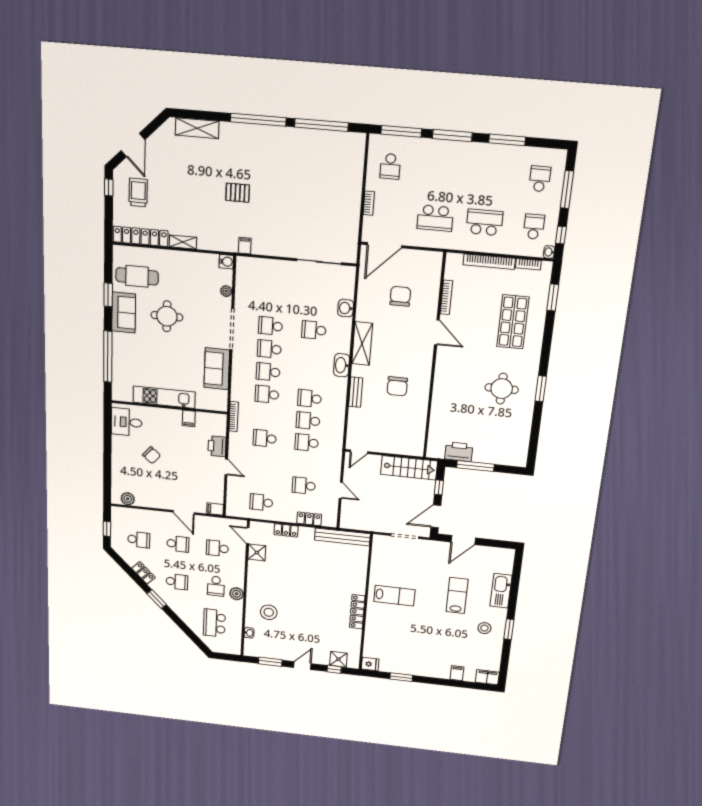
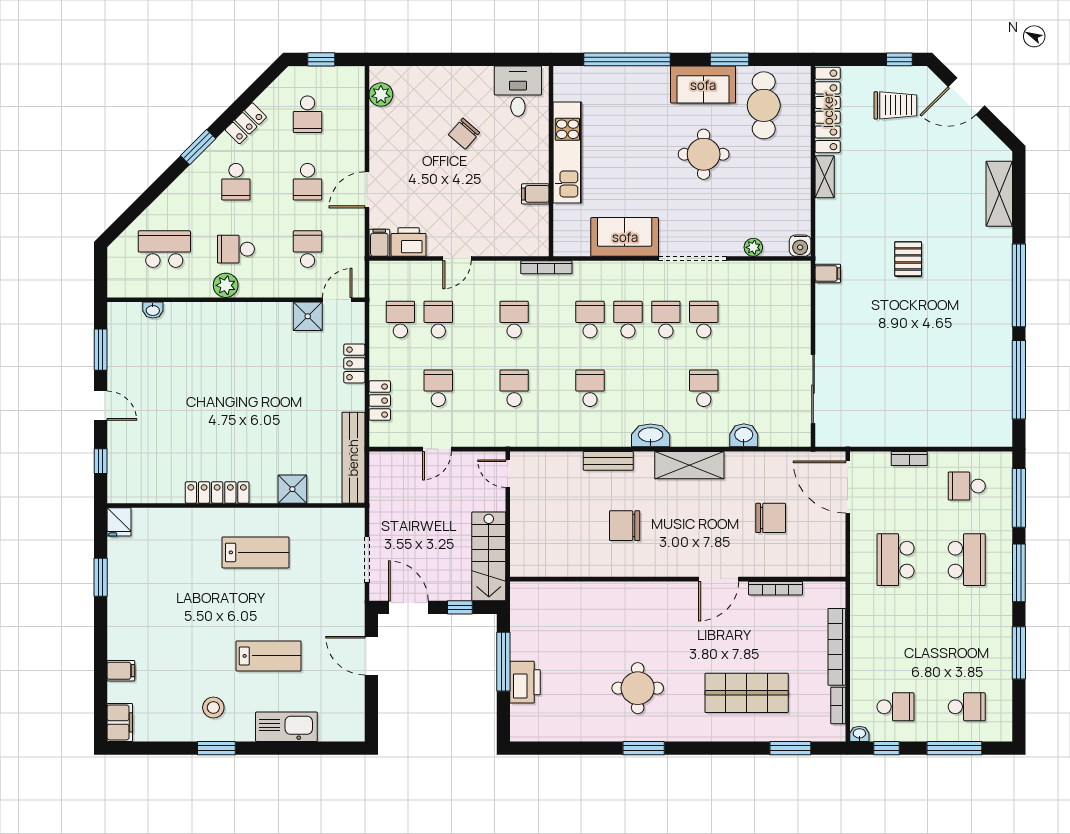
school desk: (484, 222) -> (967, 560), moved
school desk: (308, 421) -> (438, 320), moved
printer: (217, 446) -> (409, 242), moved
printer: (459, 452) -> (525, 682), moved
lab bench: (394, 596) -> (255, 552), turned -90
stool: (269, 612) -> (197, 342), removed
shower: (338, 659) -> (292, 489), moved

